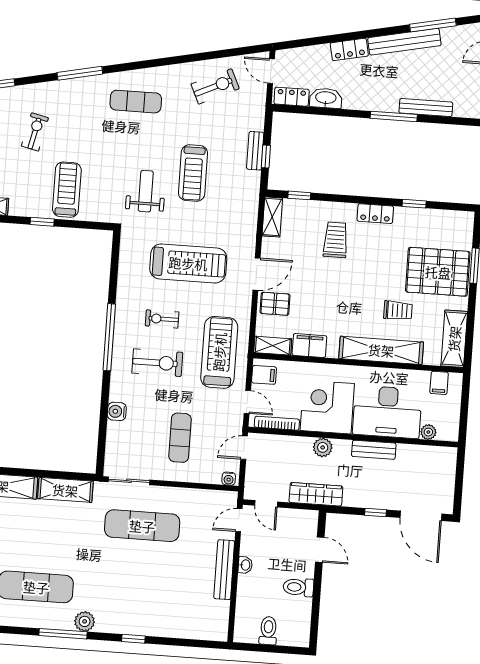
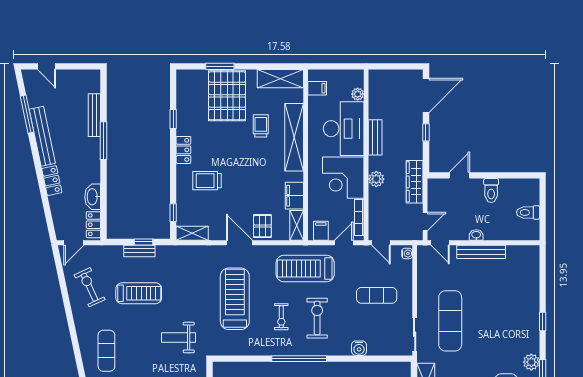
treadmill: (193, 173) -> (139, 293), moved

